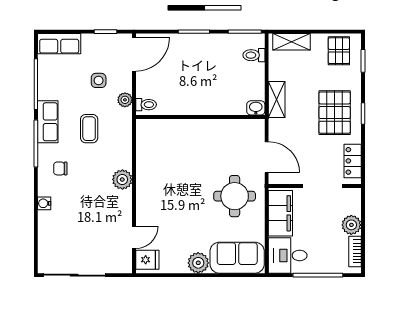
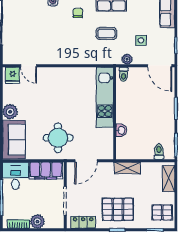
washbasin: (256, 108) -> (121, 130), moved
kitchen unit: (178, 131) -> (105, 97), added
plant: (122, 179) -> (70, 57), removed

